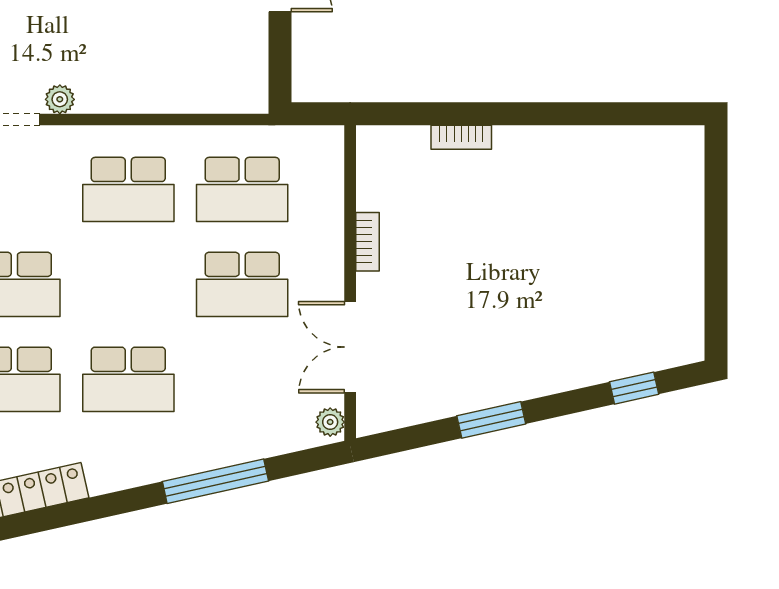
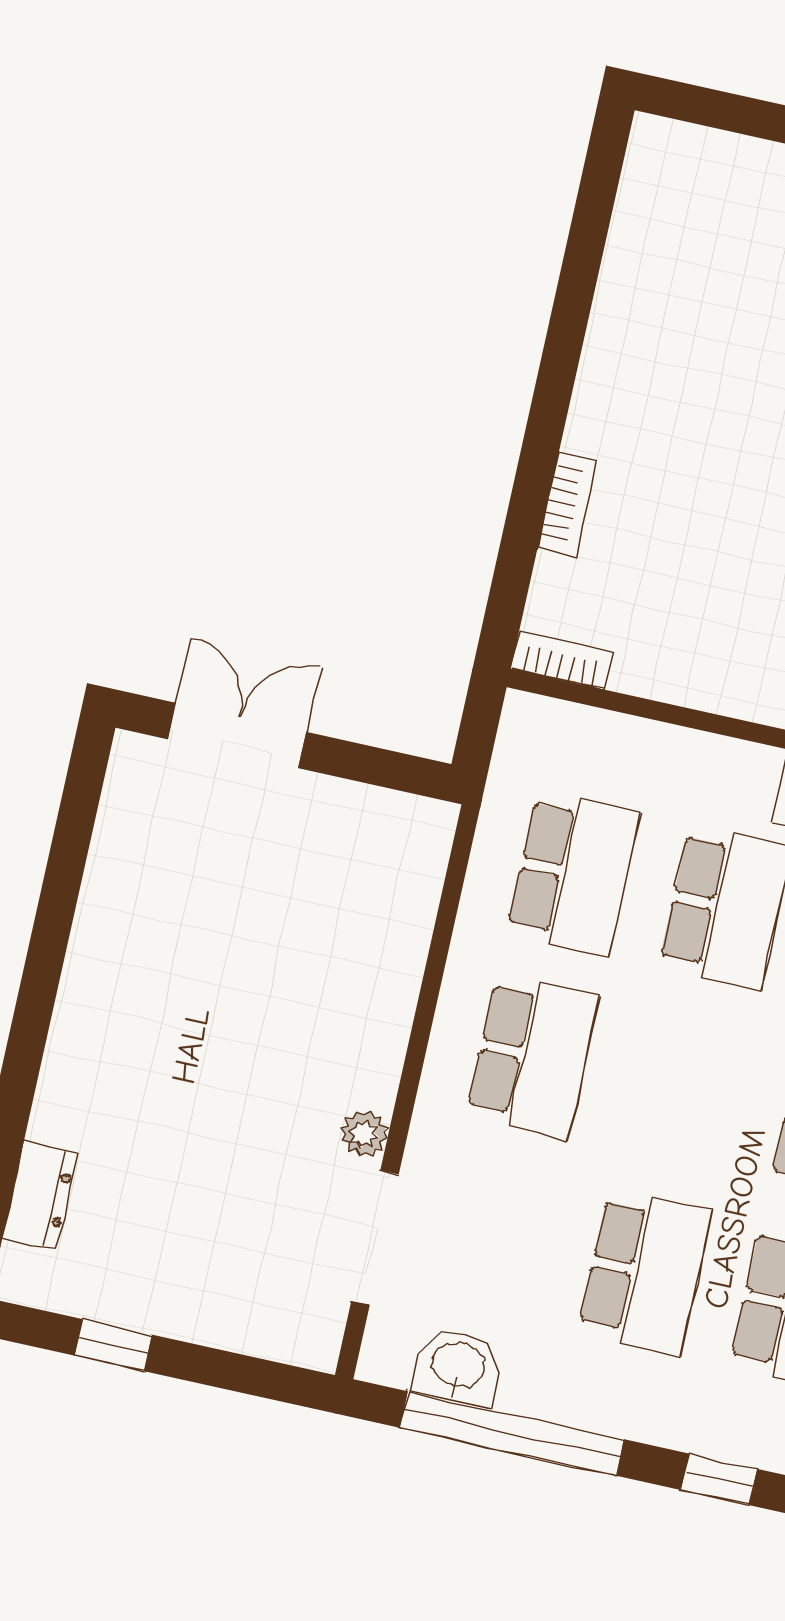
bookcase: (368, 242) -> (562, 660), moved

